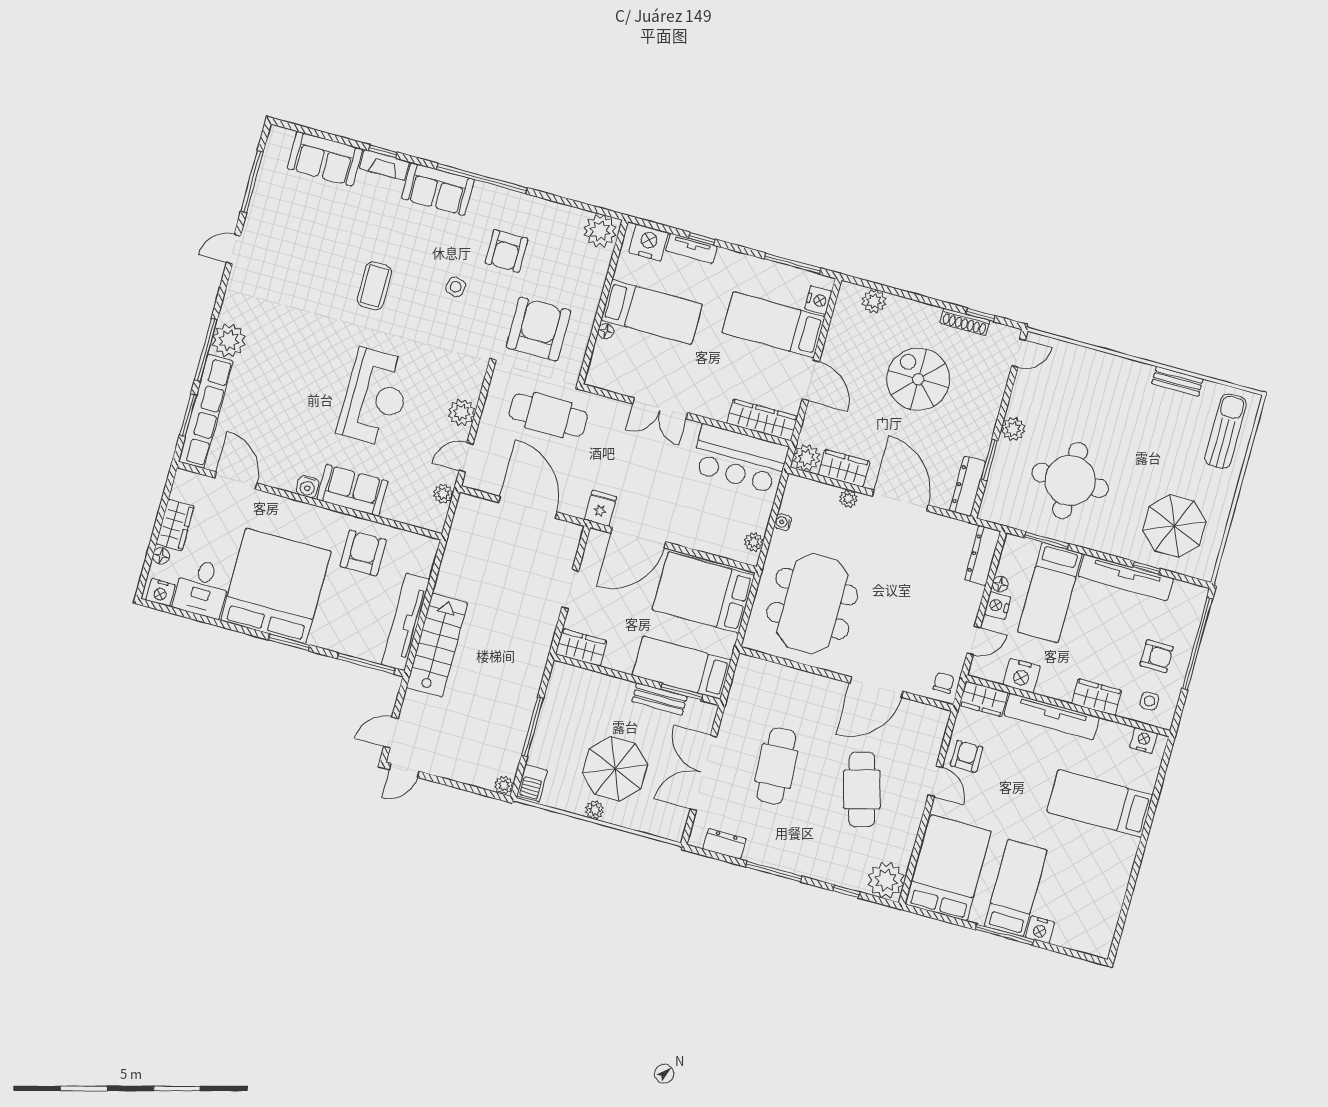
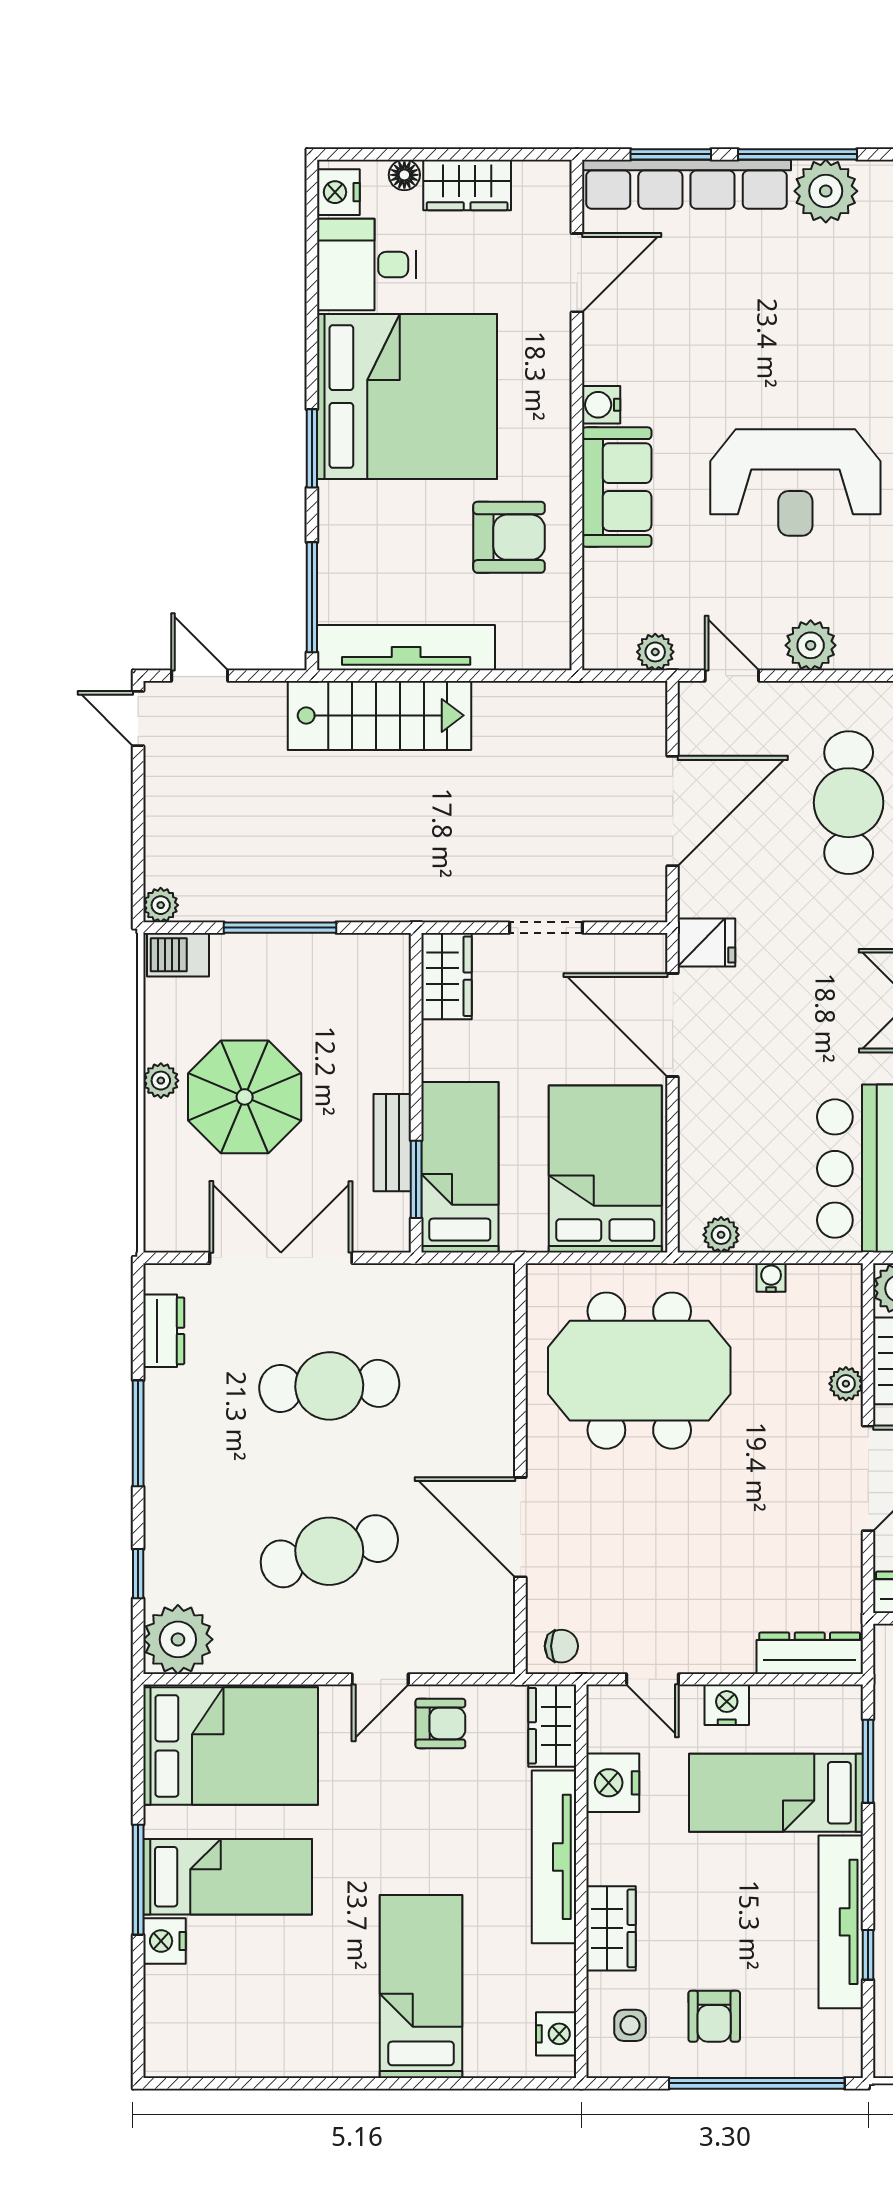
floor lamp: (1000, 584) -> (767, 1699), removed

